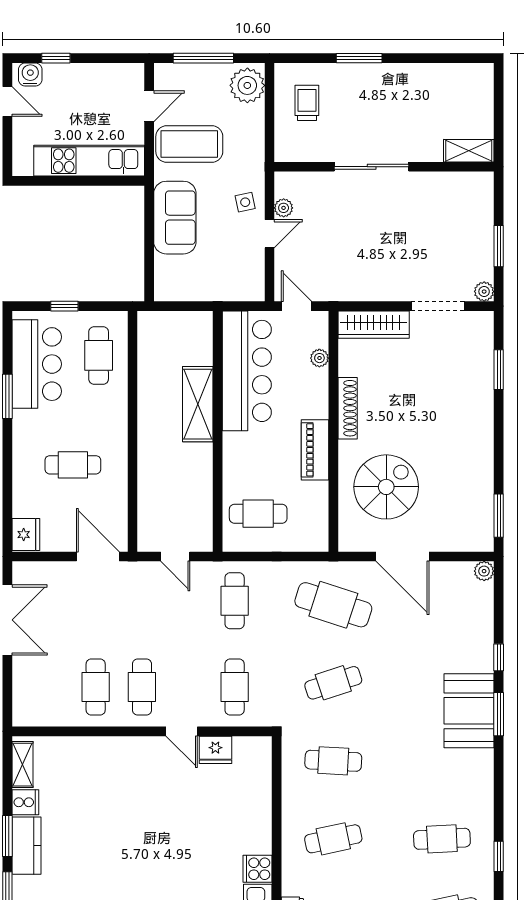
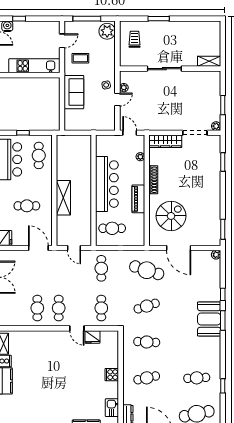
coffee table: (189, 144) -> (80, 58), width x0.54, depth x0.58
bar counter: (247, 371) -> (107, 184), moved
shelving: (198, 404) -> (63, 198), moved
cooker: (258, 869) -> (112, 375), moved

